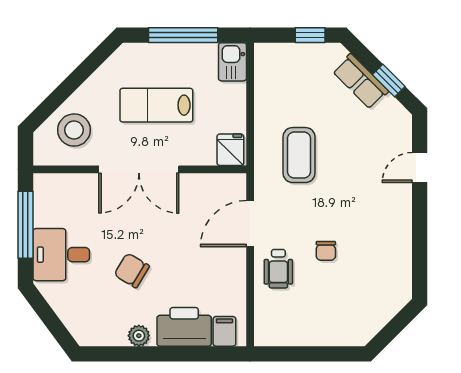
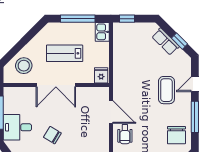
window: (310, 35) -> (127, 19), moved
coffee table: (299, 155) -> (166, 90), moved
door: (250, 224) -> (111, 112), swing flipped
window: (420, 234) -> (195, 117), added
chair: (326, 251) -> (176, 135), moved, width x1.87, depth x1.87

